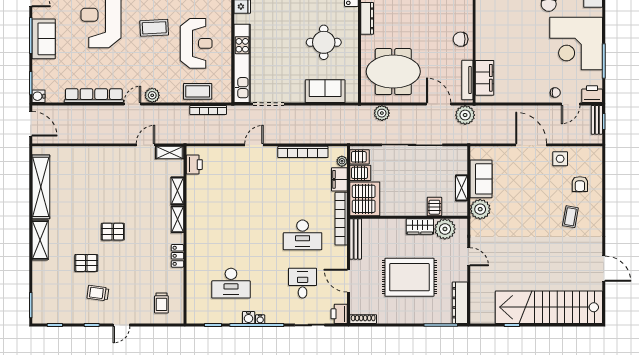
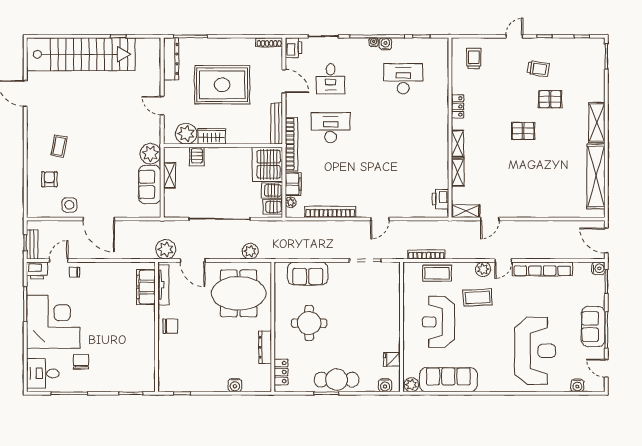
coffee table: (154, 28) -> (478, 298), moved
kitchen unit: (242, 63) -> (392, 302), removed

